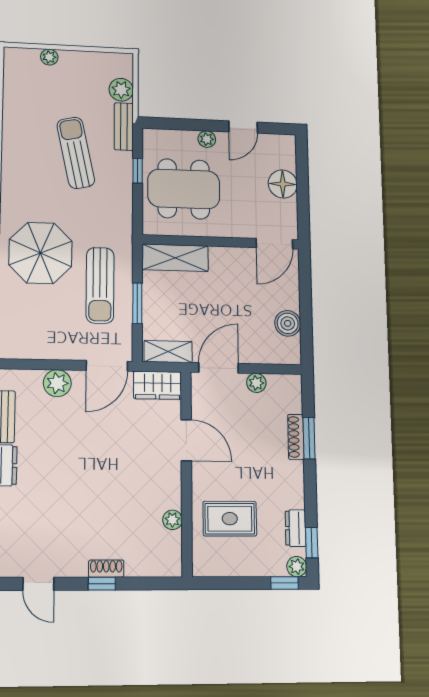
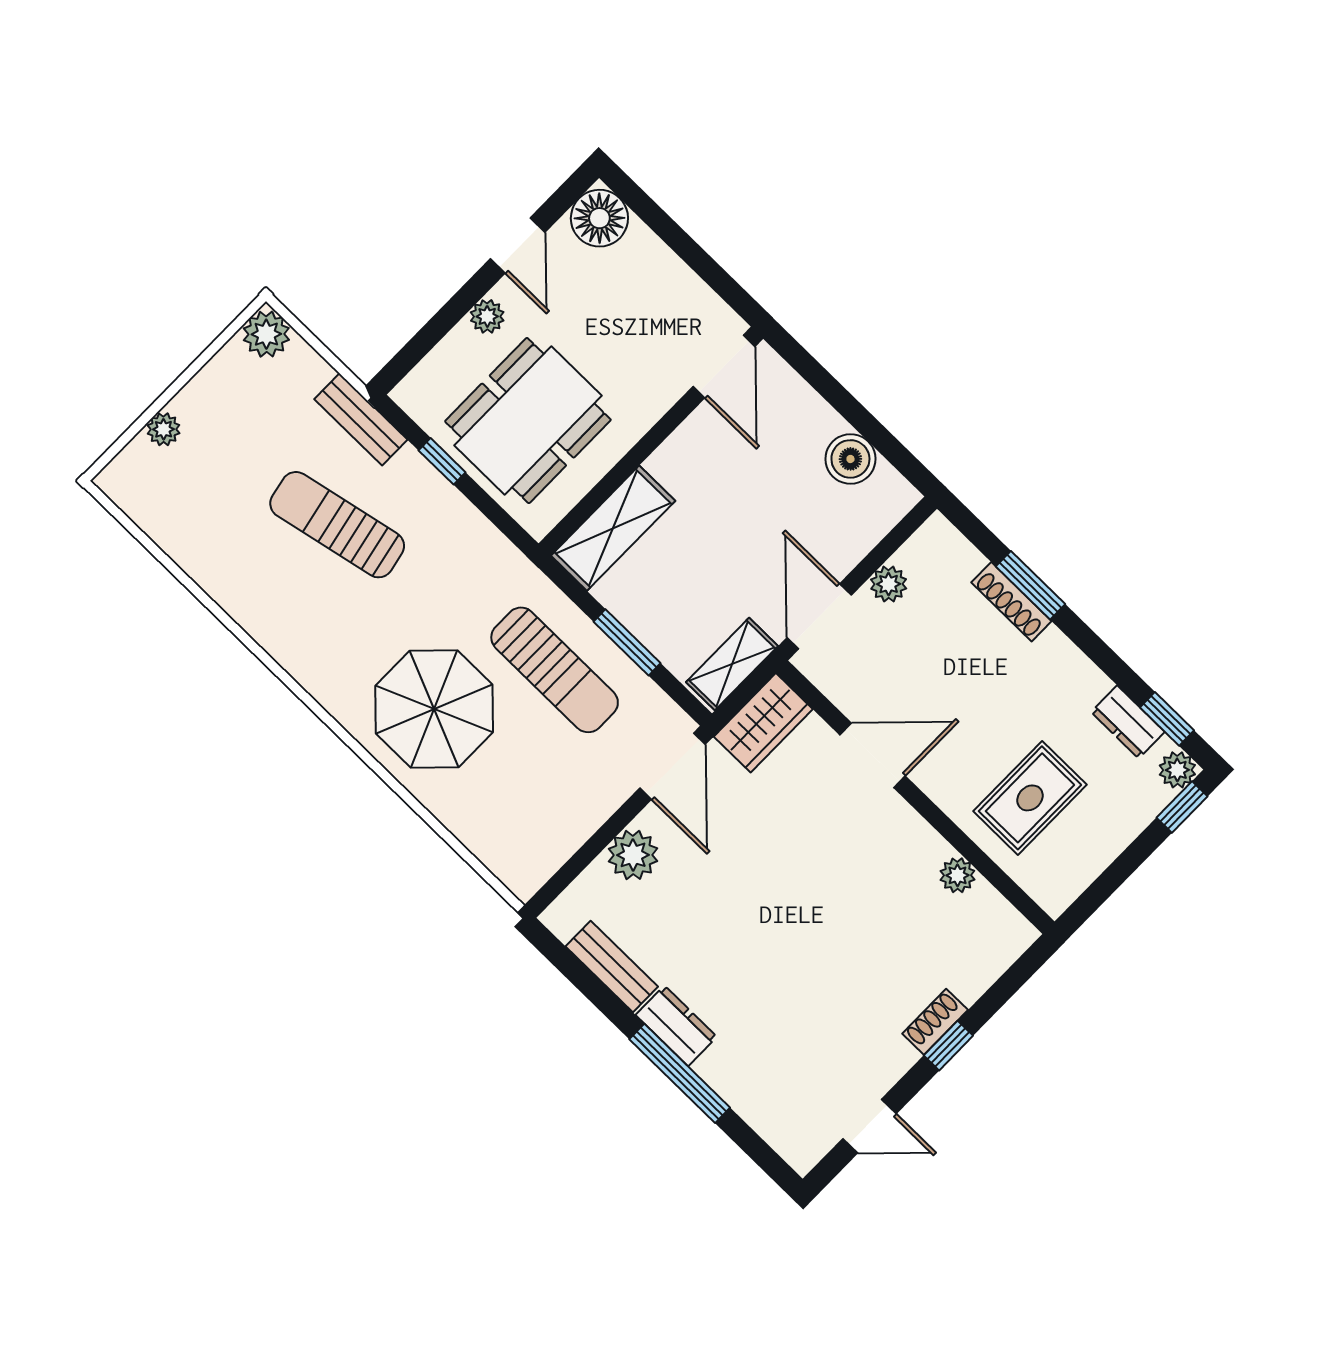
plant: (121, 90) -> (266, 334), moved
floor lamp: (283, 184) -> (599, 218), moved

